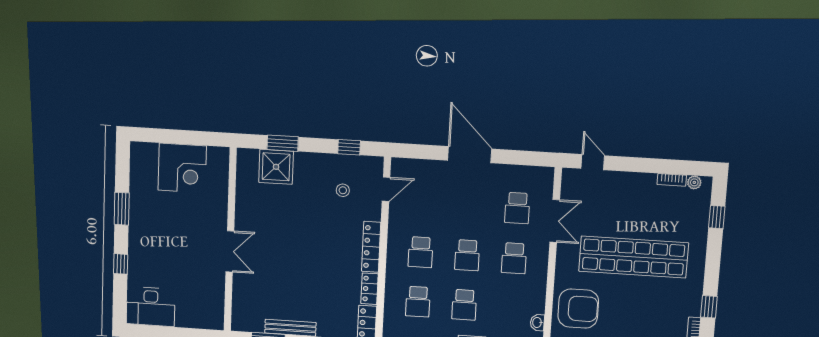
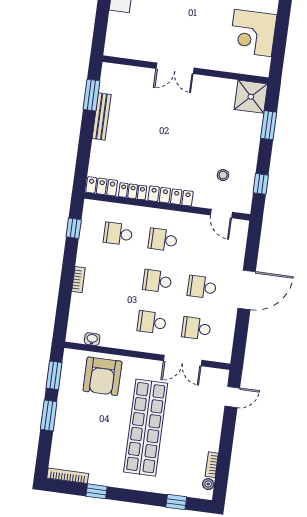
shower: (276, 167) -> (251, 97), moved
school desk: (464, 305) -> (202, 287), moved

